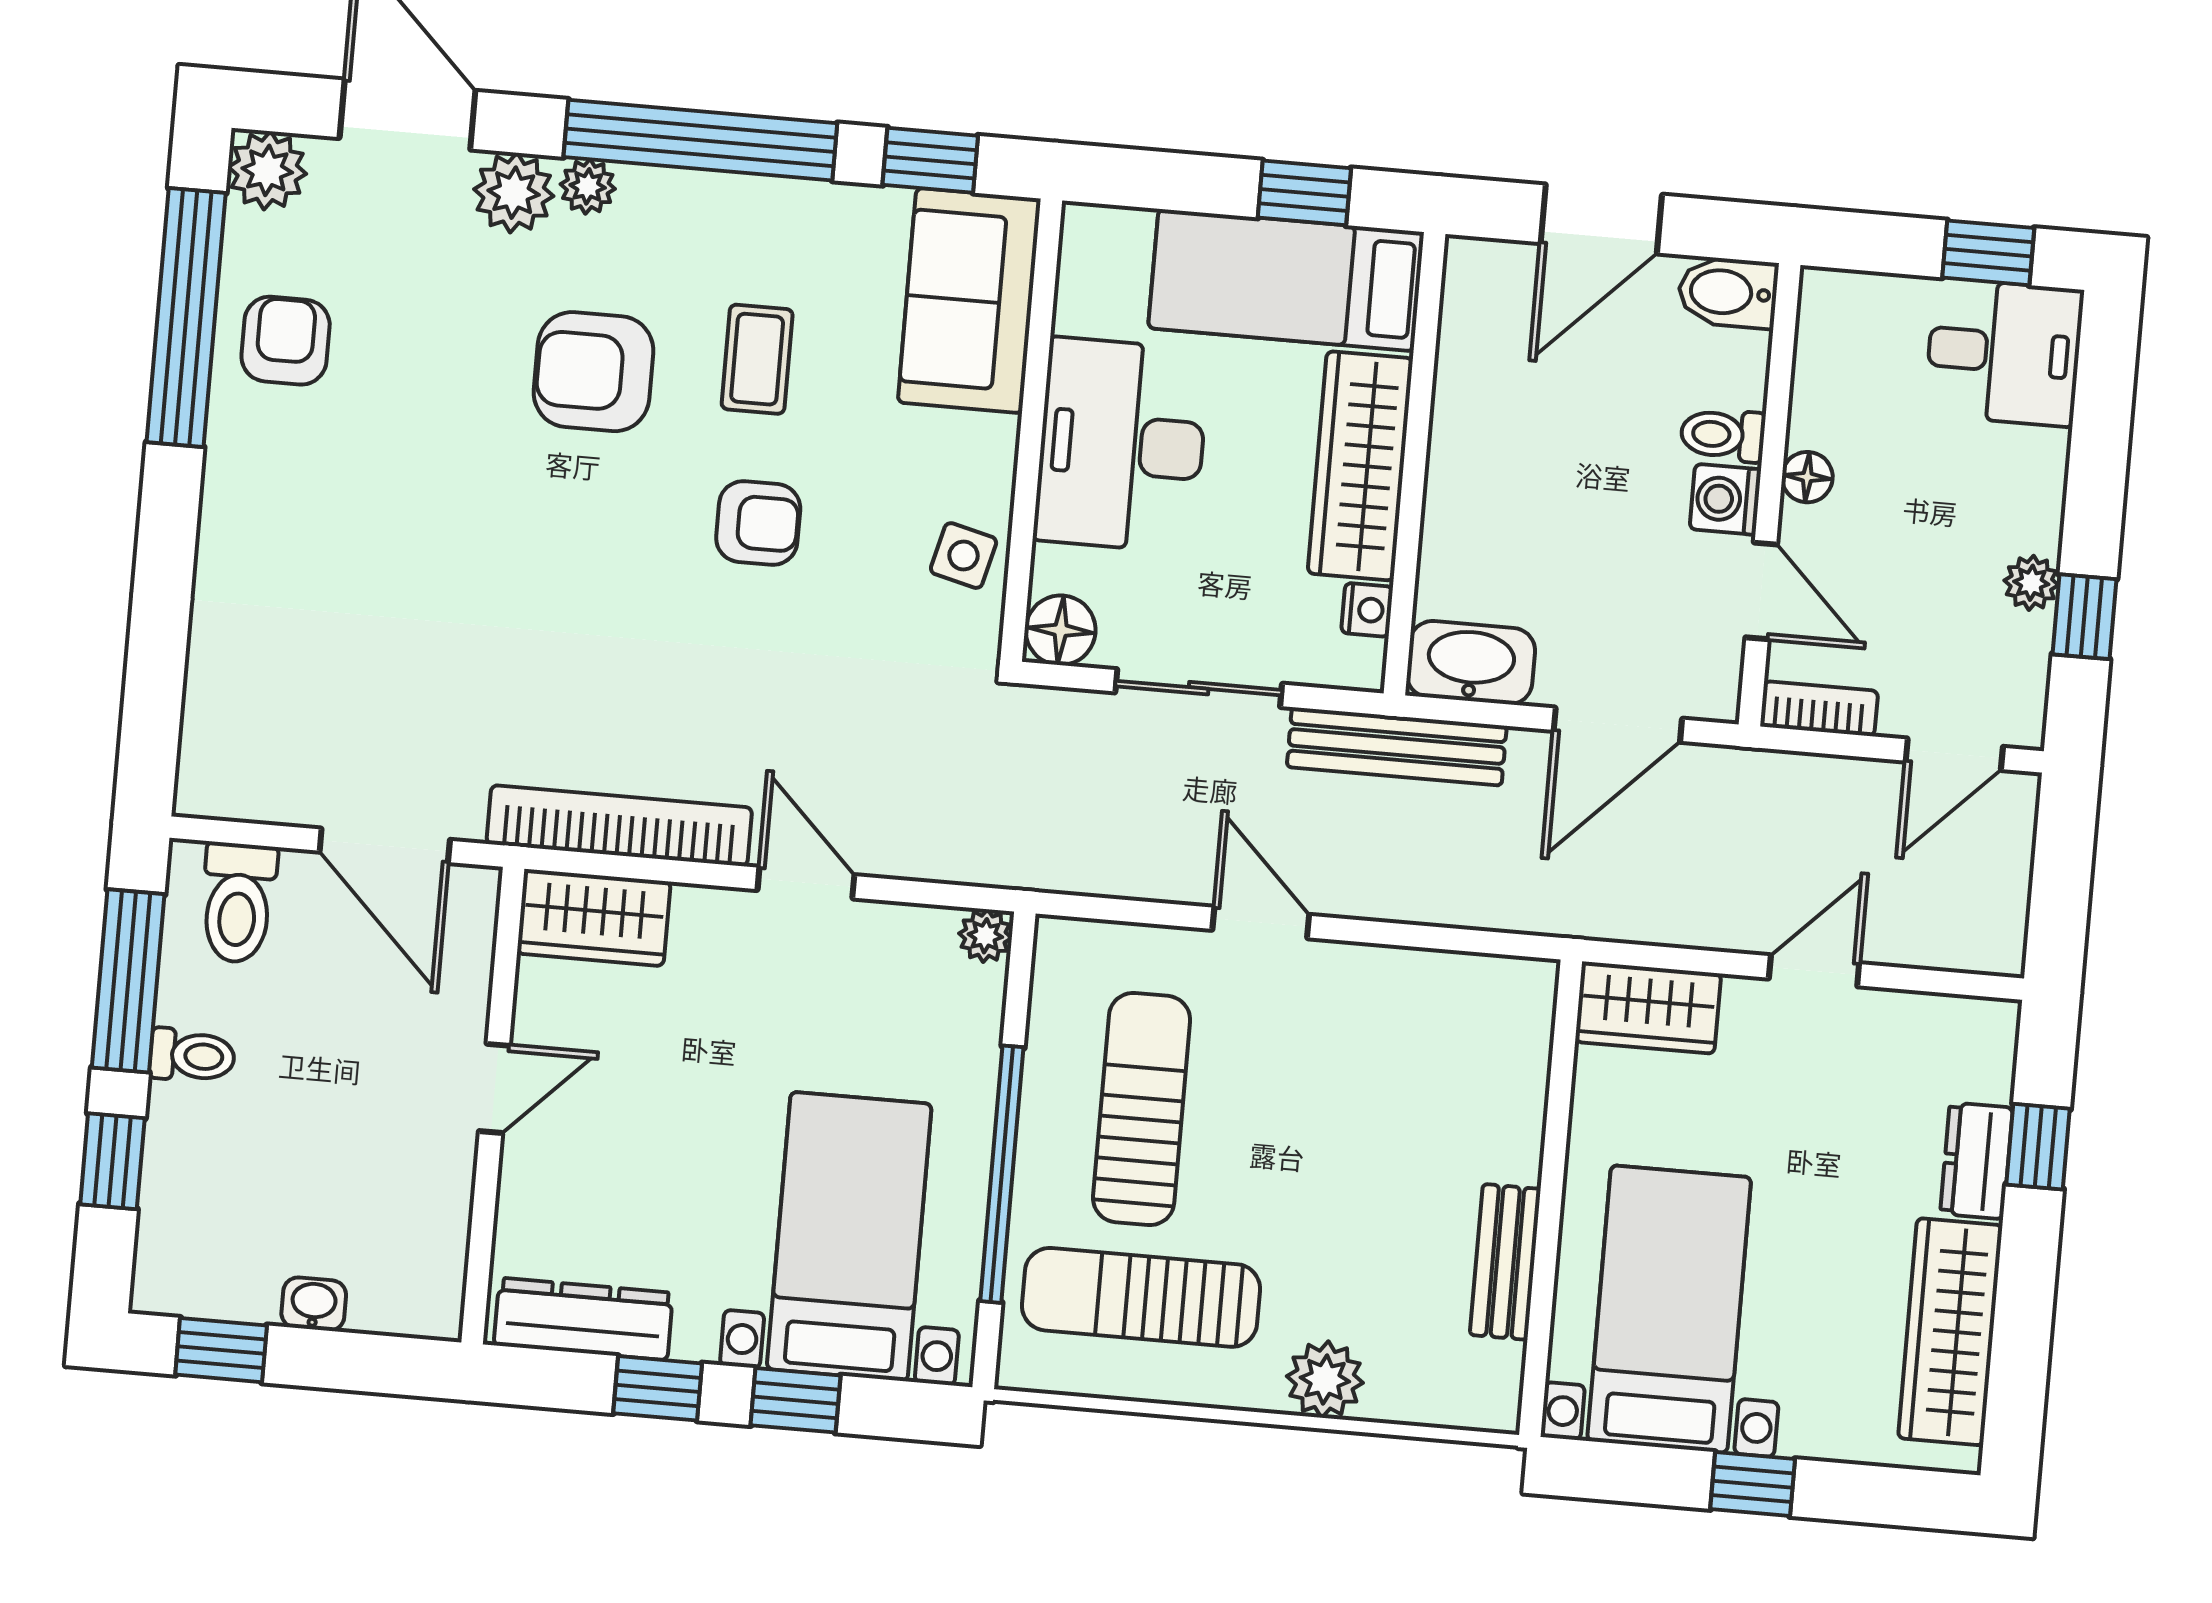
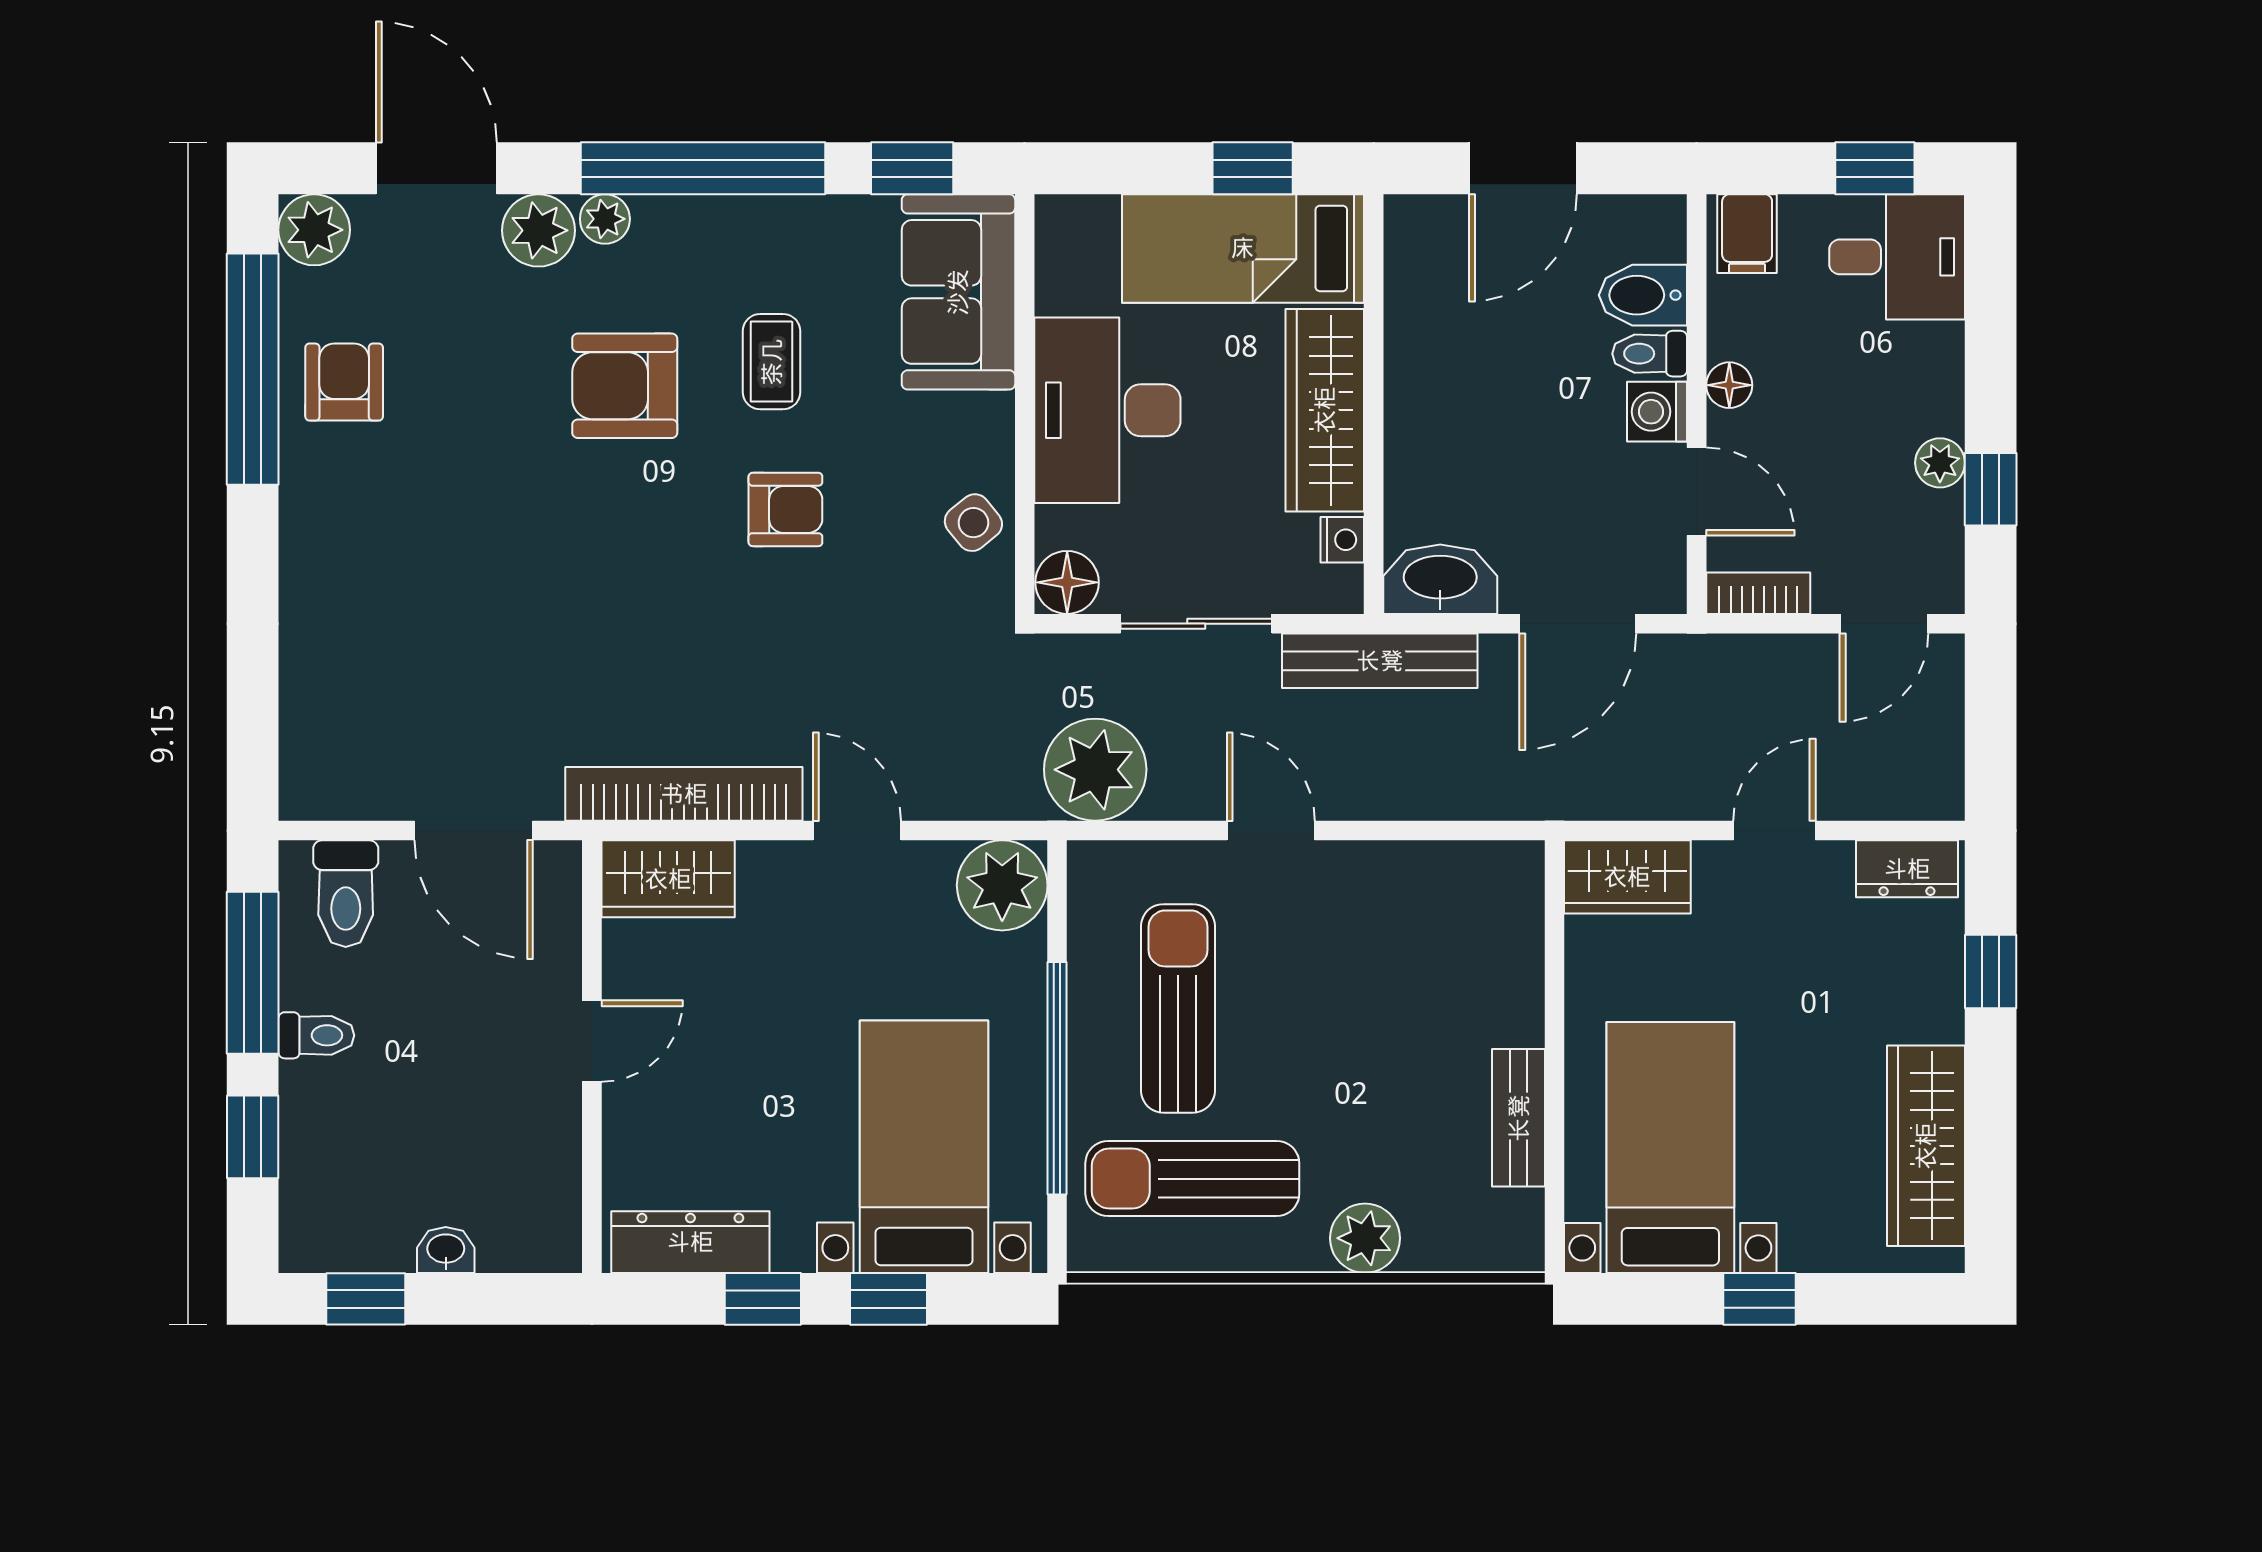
bidet: (1728, 292) -> (1643, 295), moved
filing cabinet: (1841, 312) -> (1747, 234), added
side table: (964, 556) -> (973, 523), turned 37
plant: (1073, 839) -> (1095, 770), added
plant: (985, 936) -> (1002, 885), width x1.87, depth x1.87
dresser: (1976, 1161) -> (1907, 869), moved, turned -90

